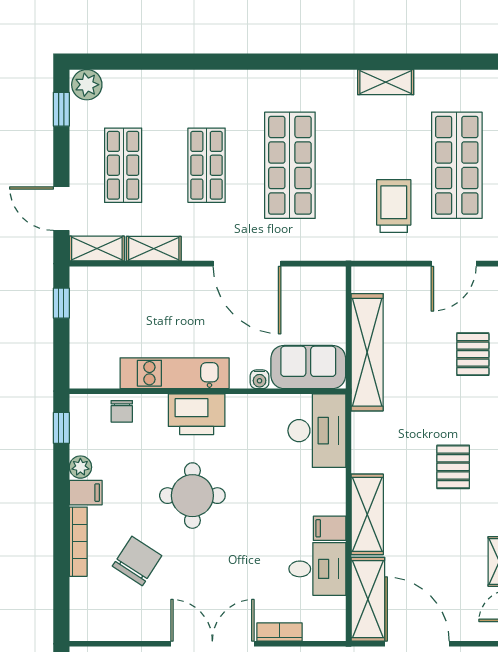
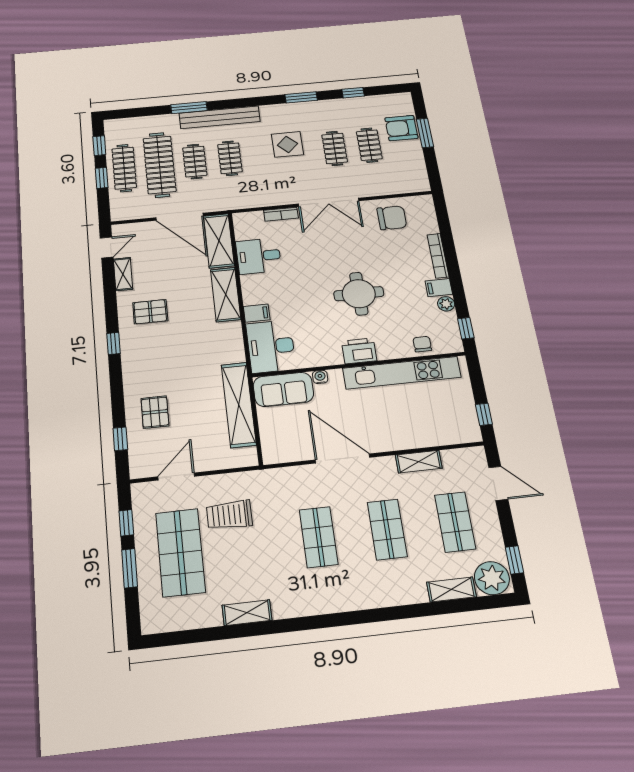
plant: (87, 85) -> (492, 578), width x1.36, depth x1.36
shop shelf: (290, 165) -> (319, 537), width x0.70, depth x0.74
trolley: (394, 206) -> (229, 515), turned 90
shelving: (97, 249) -> (451, 589), moved
kitchen unit: (175, 373) -> (402, 373), width x1.36
printer: (197, 414) -> (359, 351), width x0.73, depth x0.84
pallet: (453, 467) -> (150, 312), moved, turned 90
filing cabinet: (330, 528) -> (257, 313), moved
chair: (137, 561) -> (392, 218), moved, turned -123

